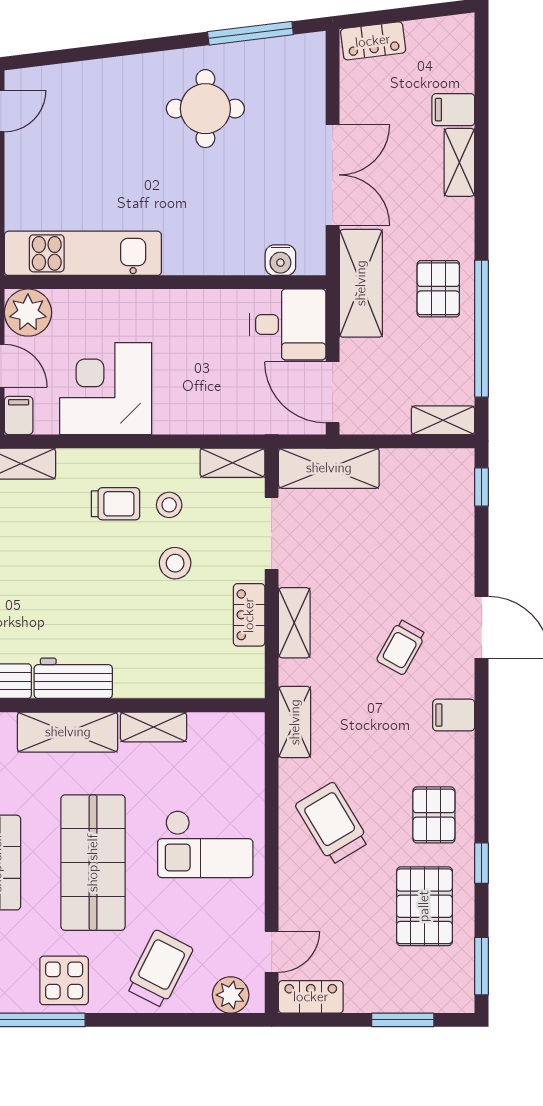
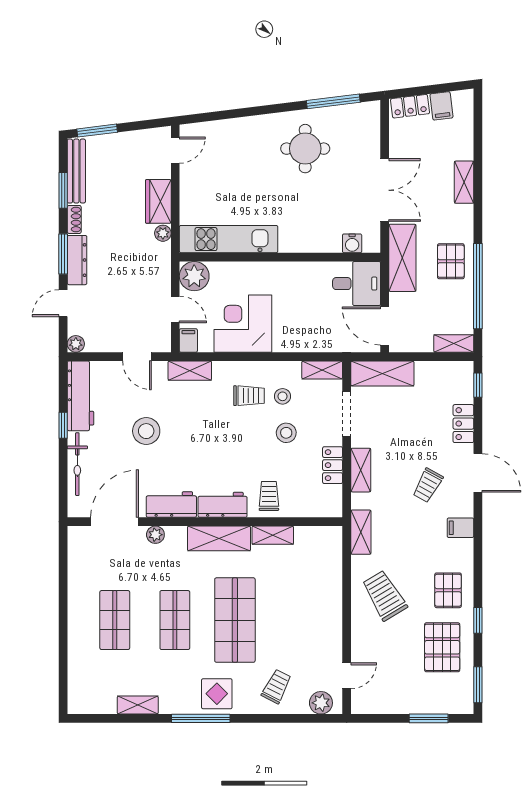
filing cabinet: (453, 110) -> (441, 106), moved, turned -97
trolley: (147, 664) -> (269, 496), added
checkout: (205, 844) -> (305, 608), removed
trolley: (159, 969) -> (276, 686), width x0.73, depth x0.72
locker: (311, 997) -> (463, 424), moved, turned -90

